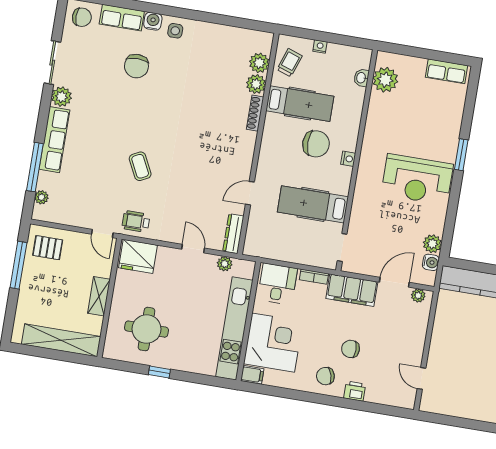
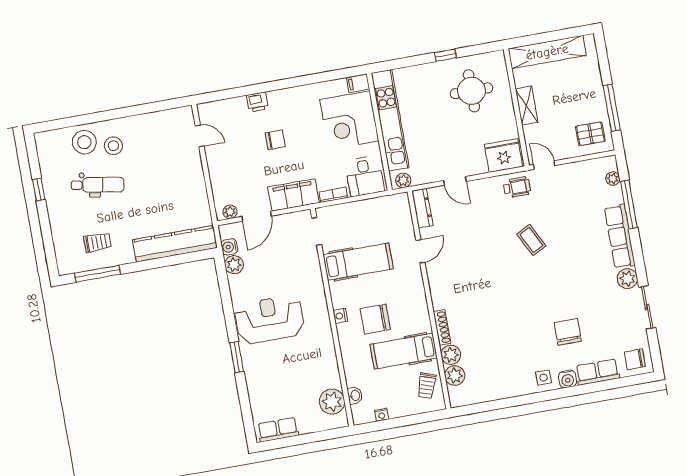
nightstand: (320, 47) -> (382, 415), moved
plant: (225, 264) -> (403, 180), moved
chair: (325, 376) -> (290, 106), removed

